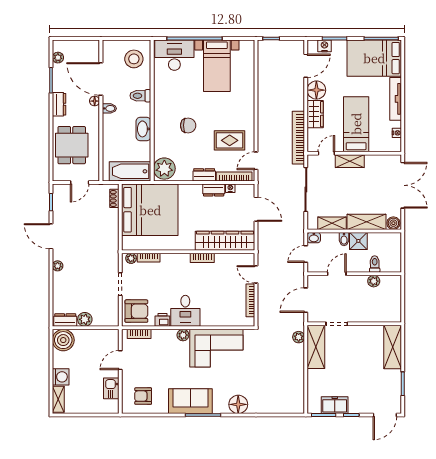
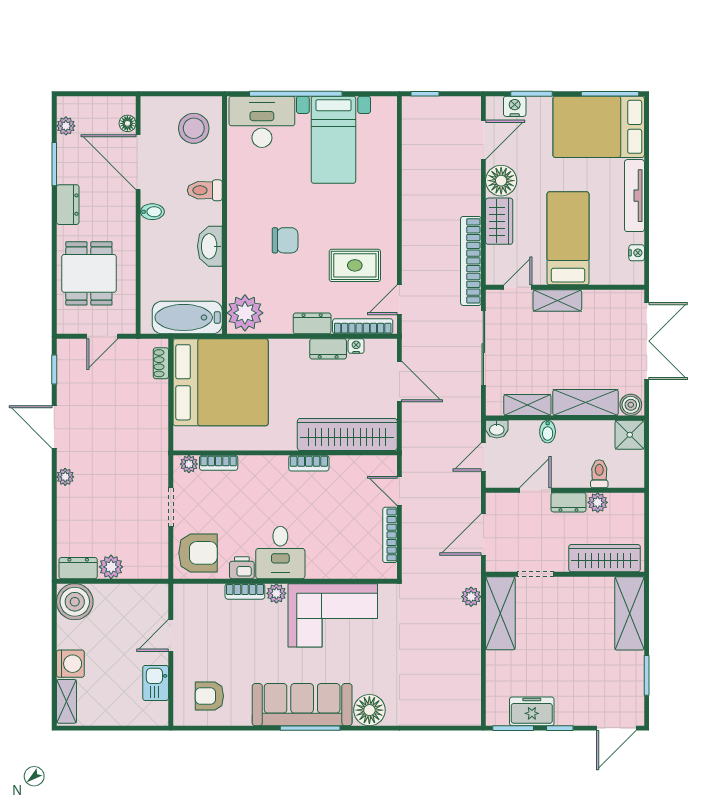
floor lamp: (95, 101) -> (127, 123), moved
shower: (358, 241) -> (630, 435), moved
dresser: (356, 281) -> (568, 502), added
wardrobe: (378, 314) -> (605, 558), added
bookcase: (139, 334) -> (245, 591), moved
sofa: (190, 401) -> (302, 705), width x1.36

